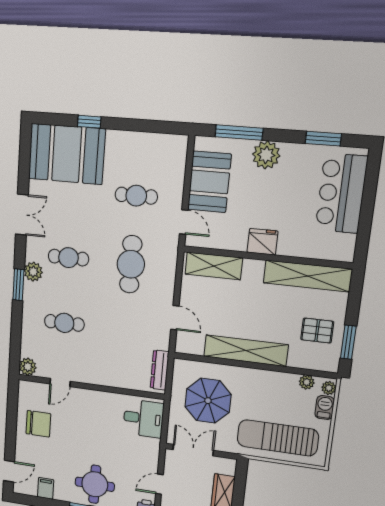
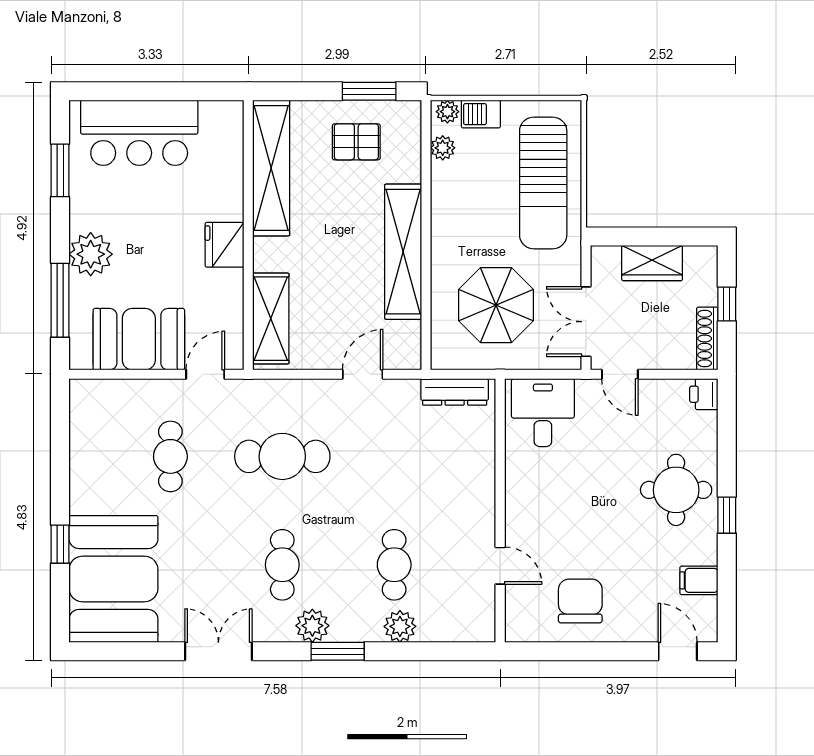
pallet: (317, 331) -> (356, 142), turned 90
plant: (28, 367) -> (400, 626), moved
door: (159, 484) -> (620, 374), moved

